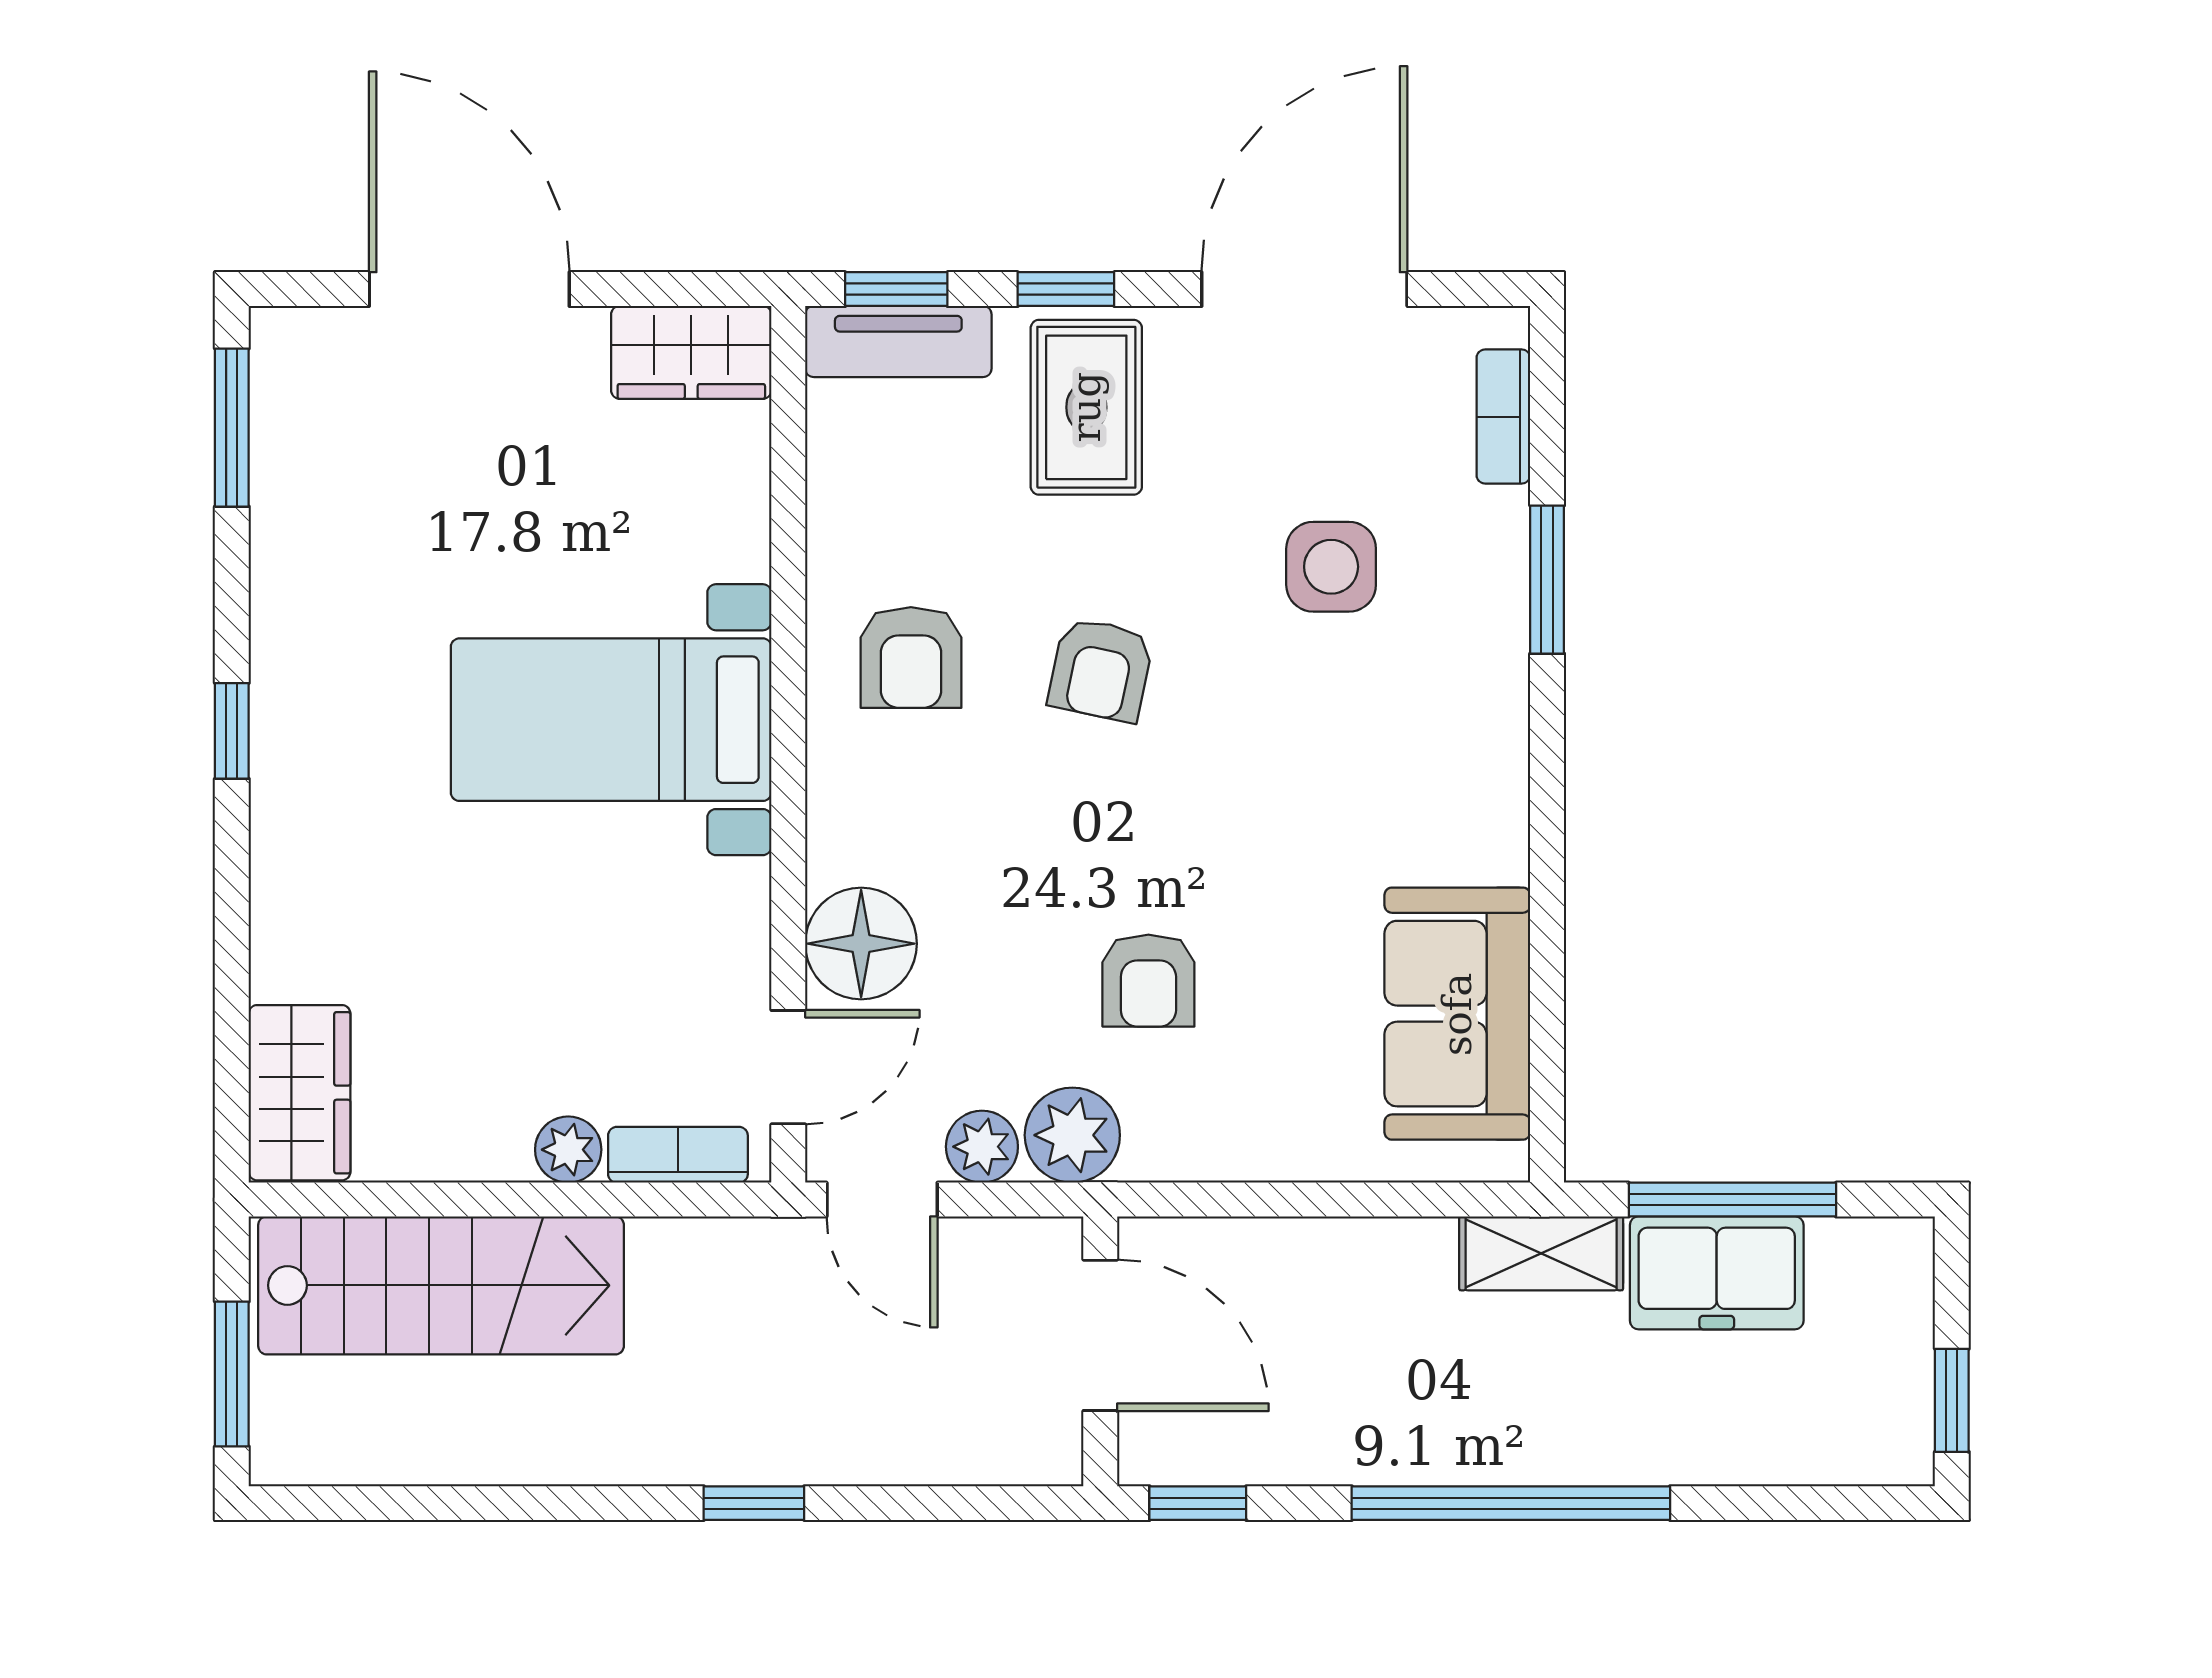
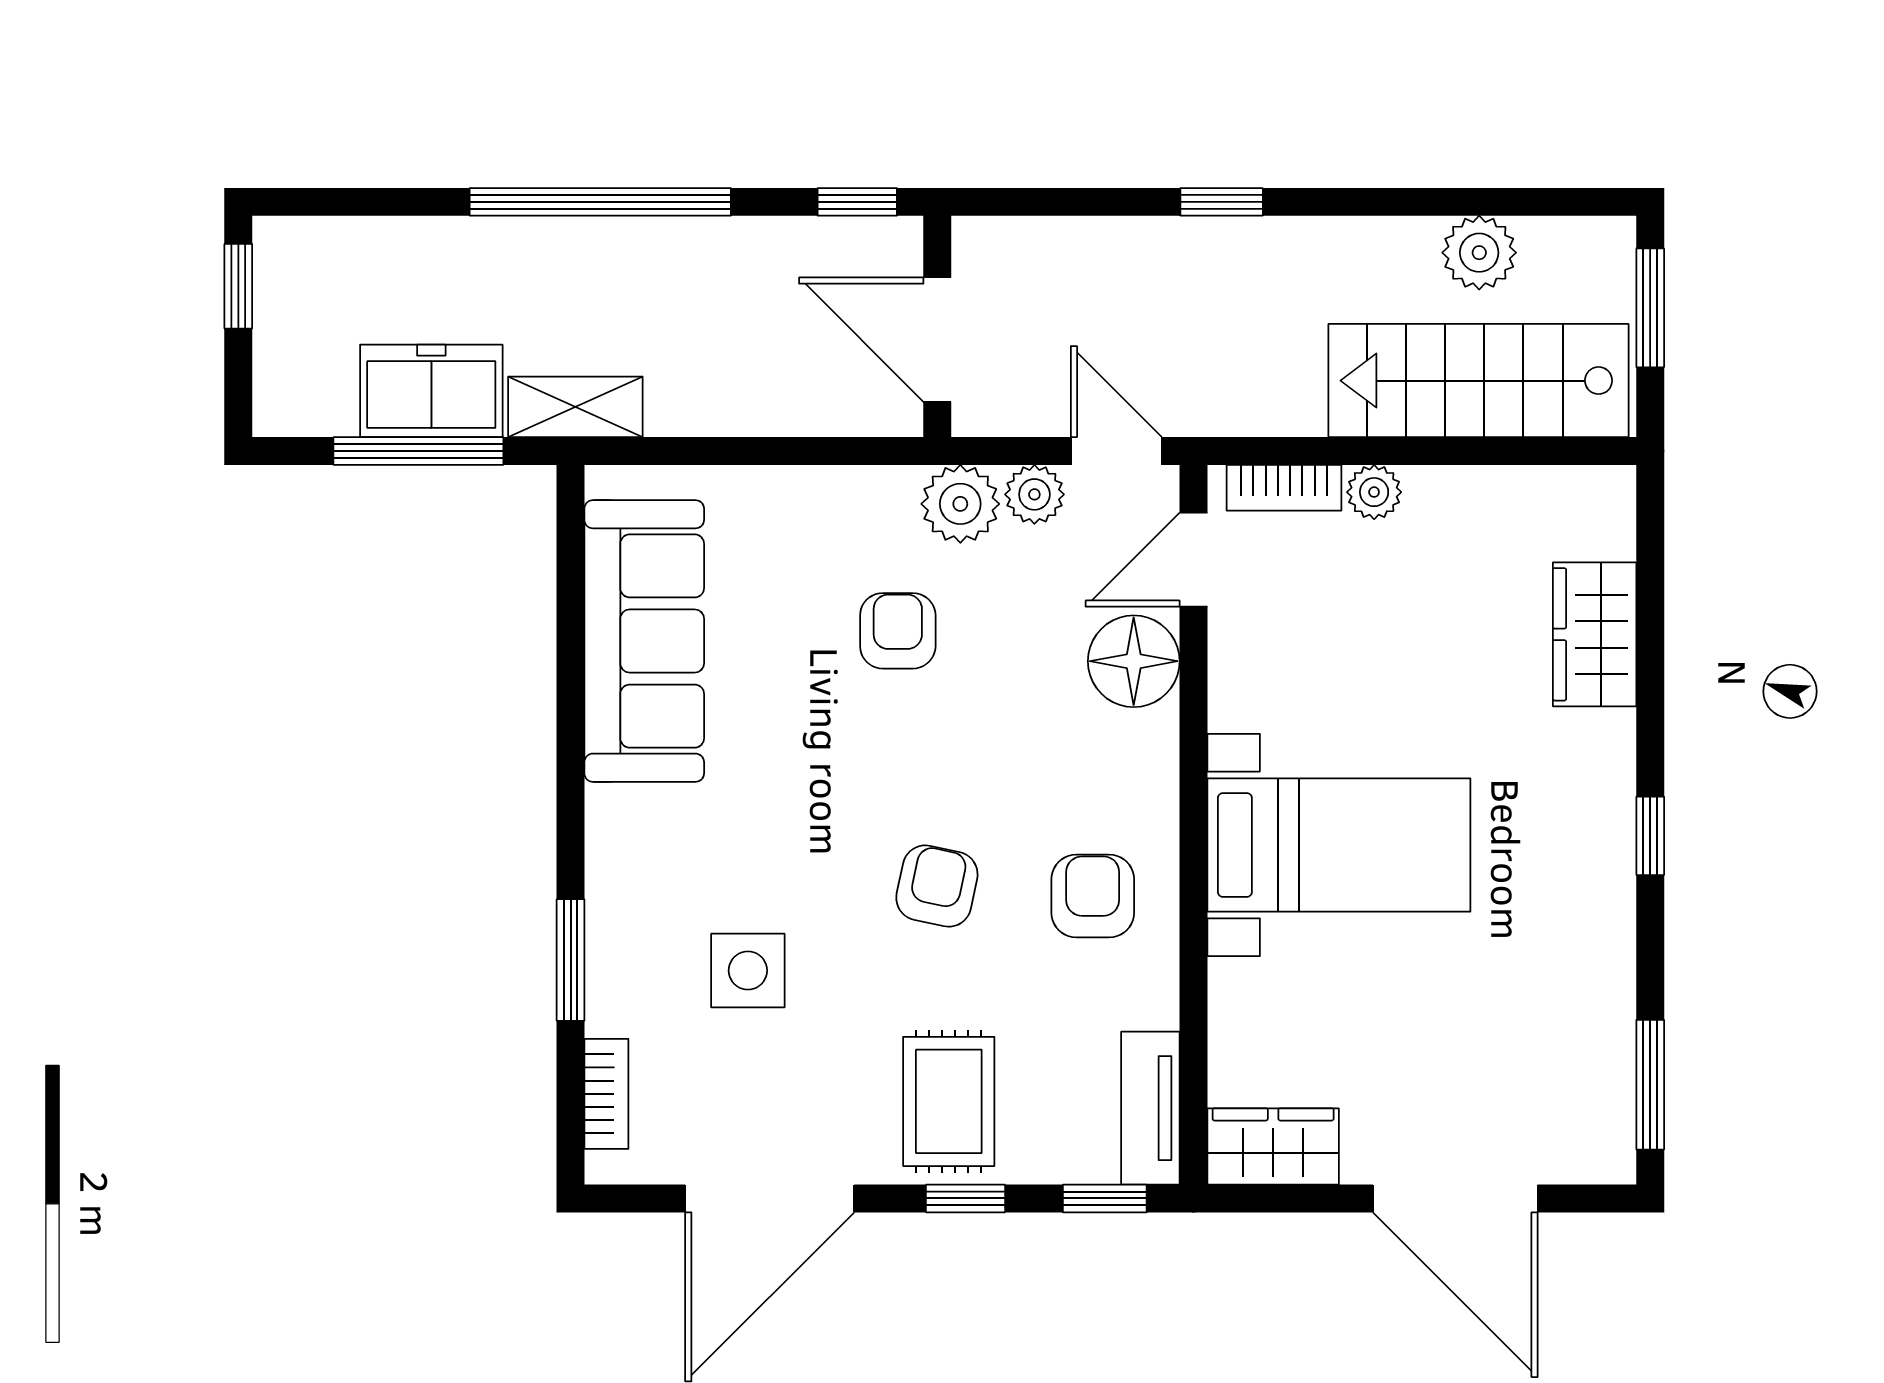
tv unit: (898, 341) -> (1150, 1108), moved, turned -90
sofa: (1457, 1014) -> (644, 641), width x1.36
wardrobe: (300, 1093) -> (1595, 634), moved
plant: (440, 1441) -> (1479, 253), added

